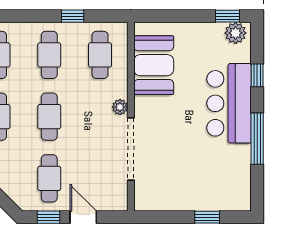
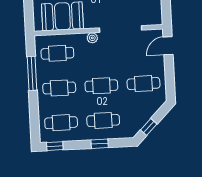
window: (73, 16) -> (32, 73), width x2.17
window: (48, 217) -> (170, 83), removed
door: (83, 217) -> (168, 46), moved

